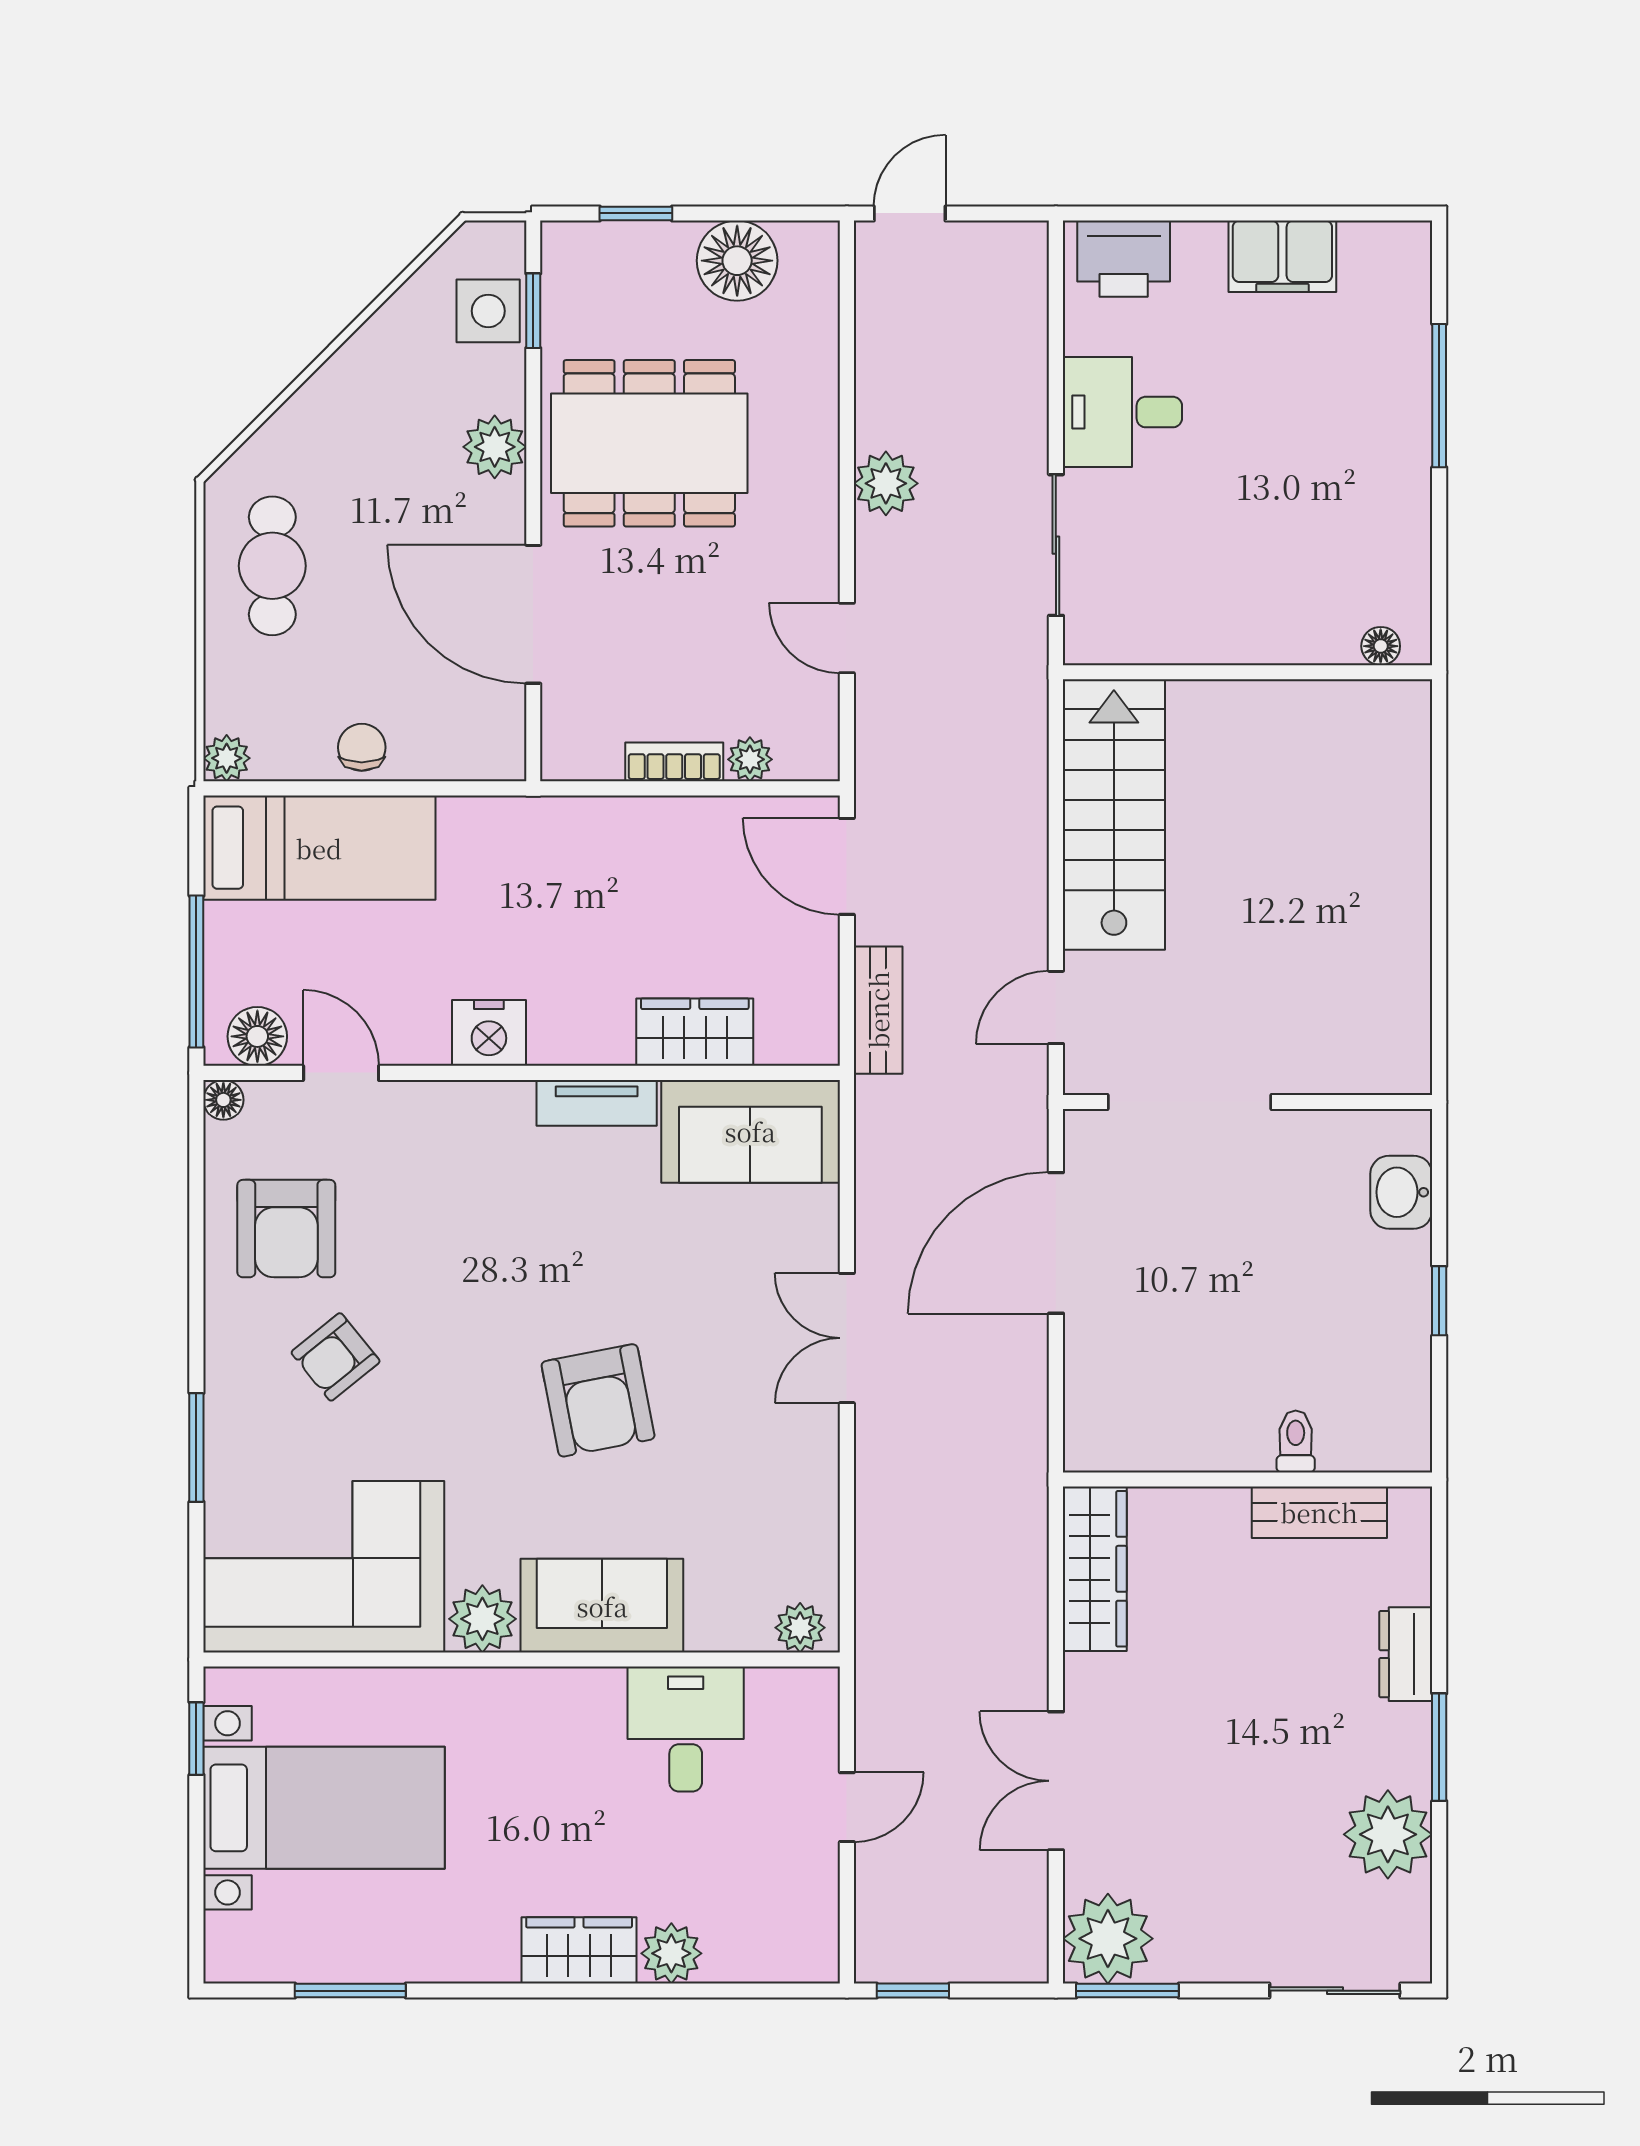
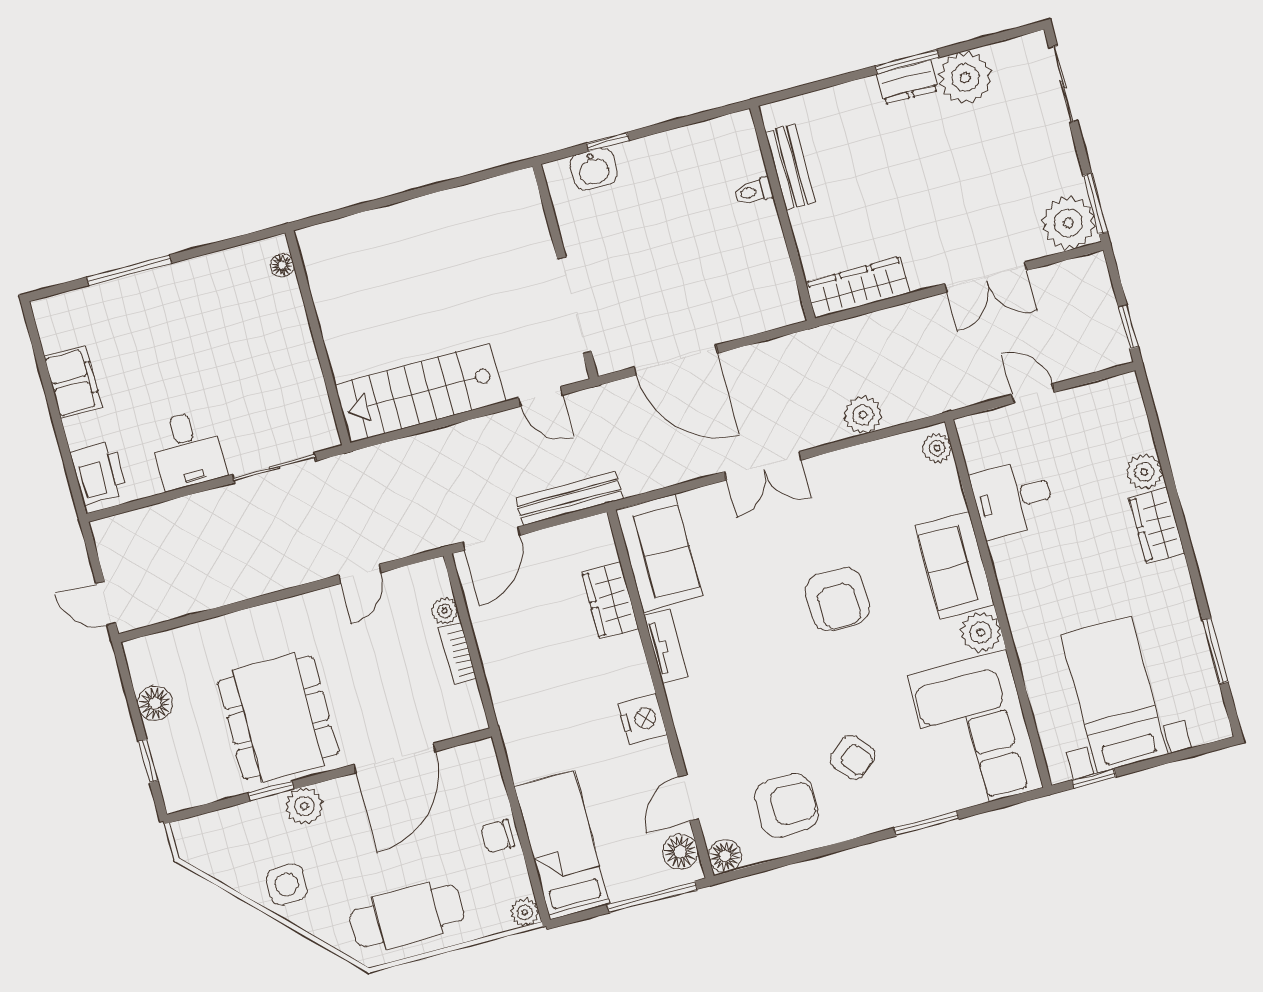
floor lamp: (737, 261) -> (155, 703), width x0.73, depth x0.73
side table: (488, 311) -> (287, 884), moved
window: (533, 311) -> (271, 791), moved
plant: (886, 483) -> (863, 415), moved
cafe table: (272, 566) -> (407, 916), width x1.37, depth x1.35
bench: (878, 1010) -> (569, 498), width x1.36
floor lamp: (223, 1100) -> (725, 856), width x1.37, depth x1.37
window: (1439, 1301) -> (608, 142), moved
armchair: (598, 1400) -> (837, 599), turned 101
dresser: (1406, 1654) -> (907, 82), moved

